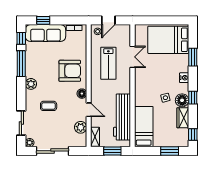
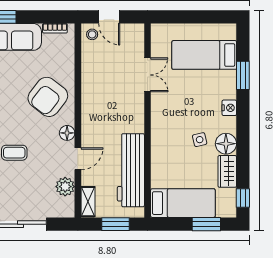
door: (108, 20) -> (109, 17), hinge flipped
bed: (168, 40) -> (204, 55), width x0.67
lab bench: (108, 63) -> (109, 85), removed
armchair: (70, 71) -> (48, 97), turned 128
window: (193, 98) -> (243, 139), removed
door: (89, 110) -> (78, 159), hinge flipped
bed: (144, 127) -> (183, 203), moved, turned 90

